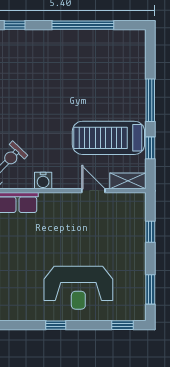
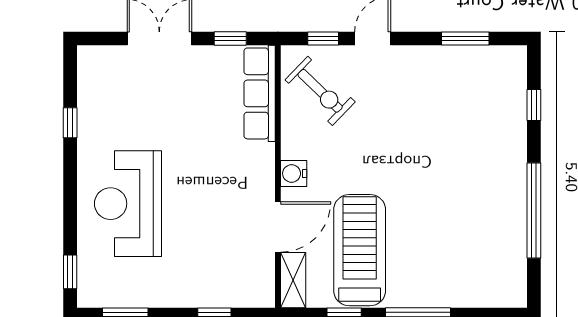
water cooler: (43, 181) -> (294, 173), moved
door: (93, 191) -> (278, 227), width x1.38
window: (56, 325) -> (70, 123), moved

